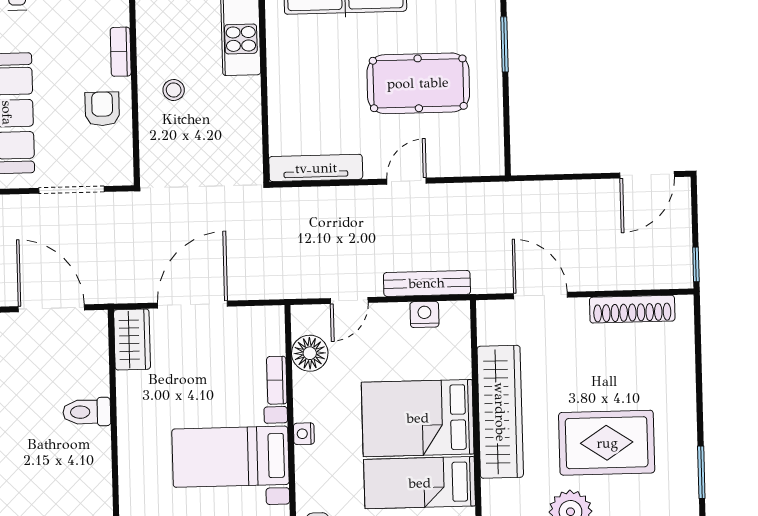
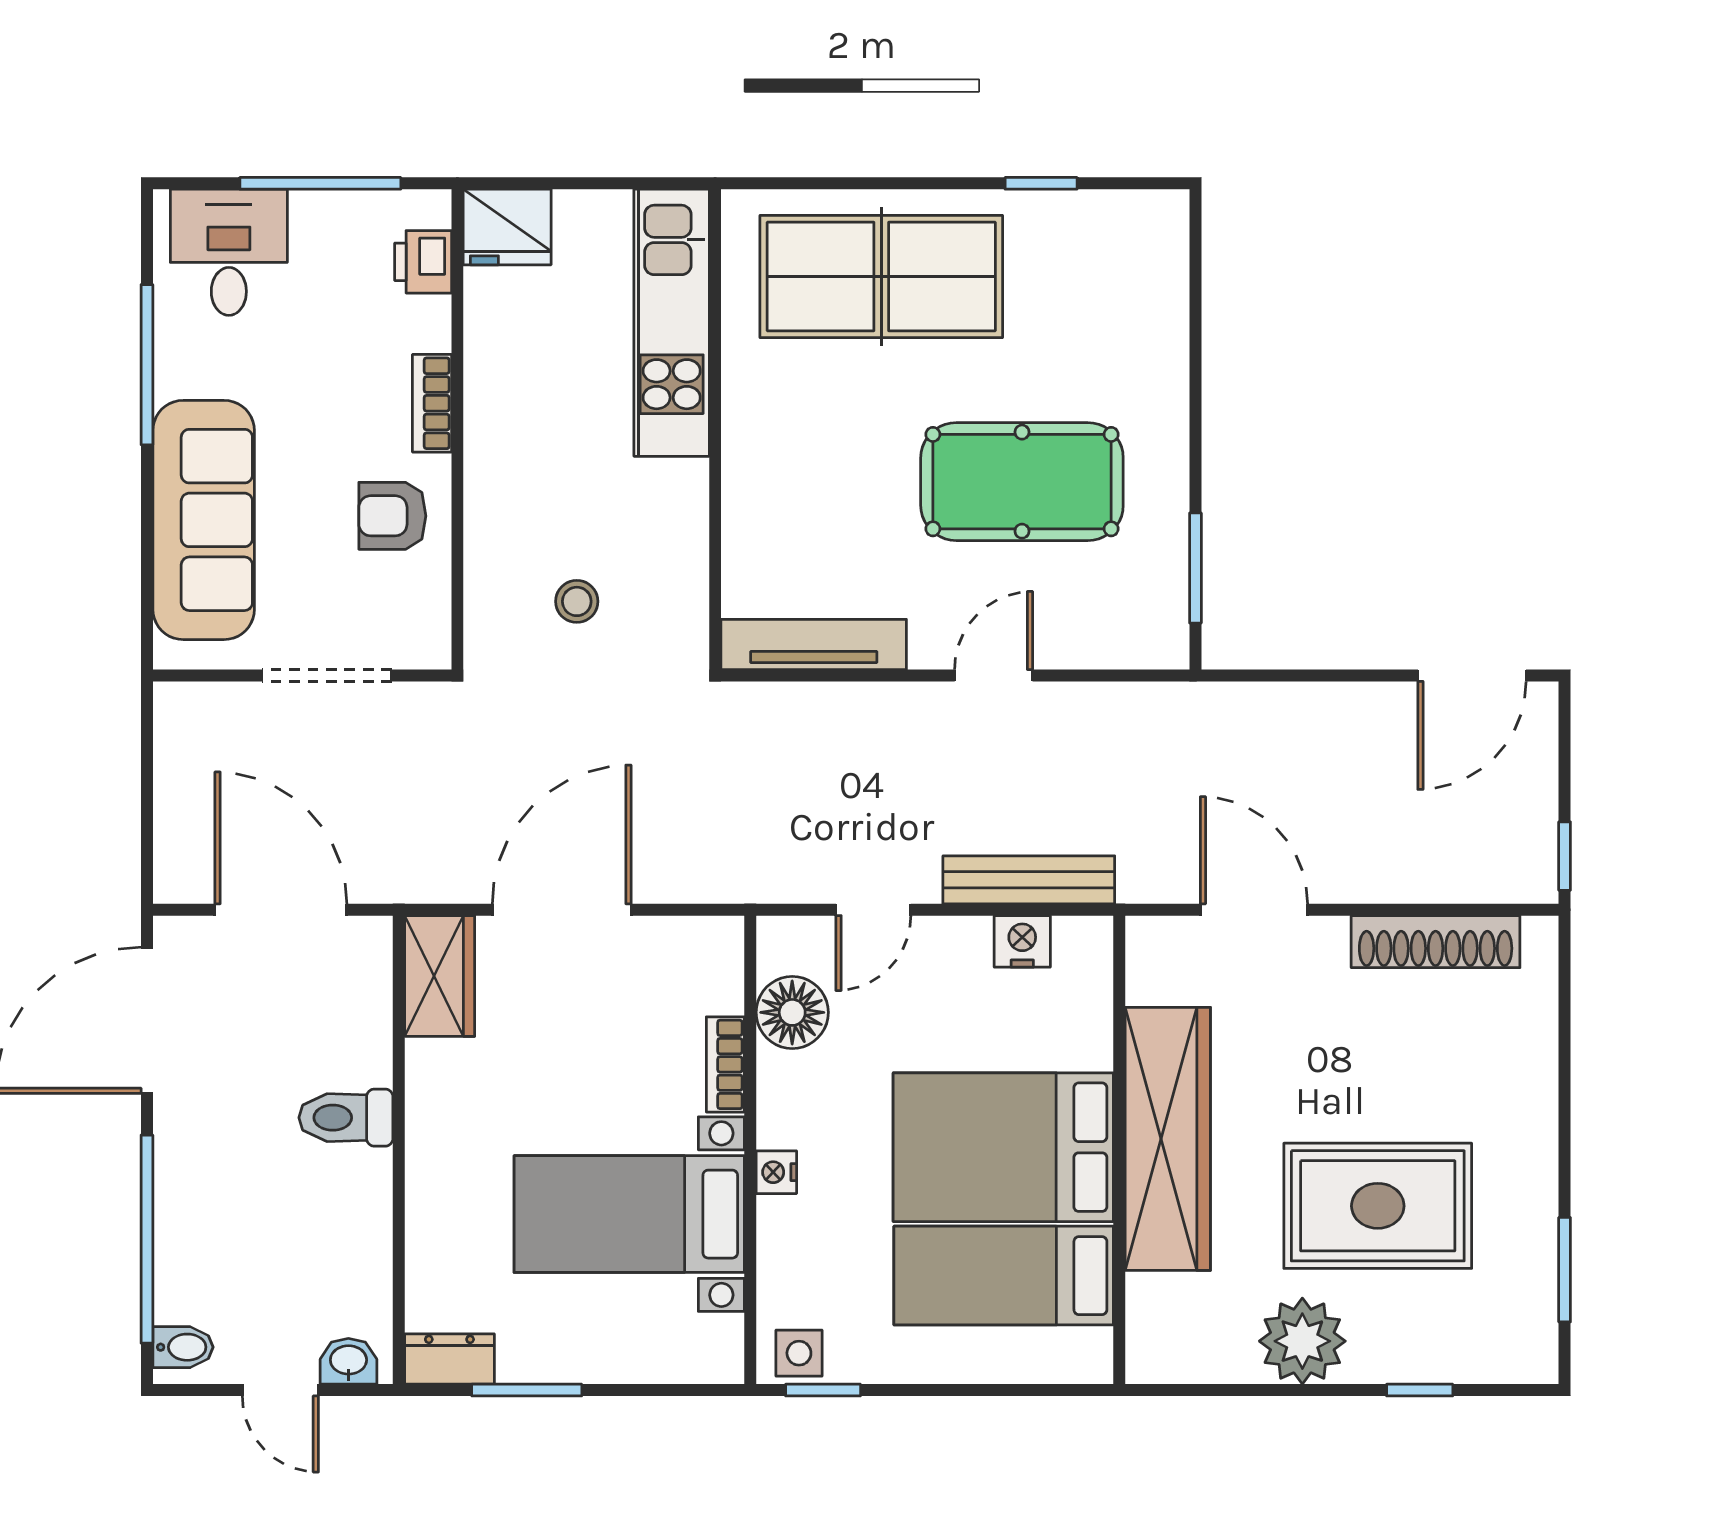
window: (505, 44) -> (1195, 568), moved
stool: (174, 90) -> (577, 601), moved
armchair: (102, 109) -> (392, 516), turned -90

